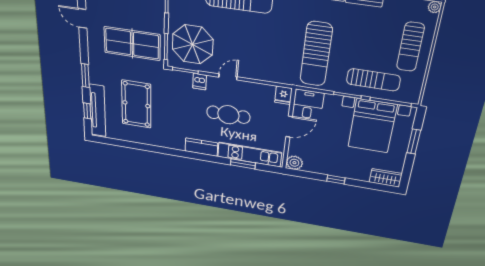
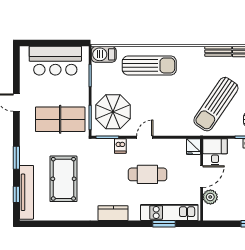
sun lounger: (316, 54) -> (216, 104), turned 34
kitchen counter: (201, 147) -> (113, 213), moved
plant: (294, 163) -> (210, 197), moved

